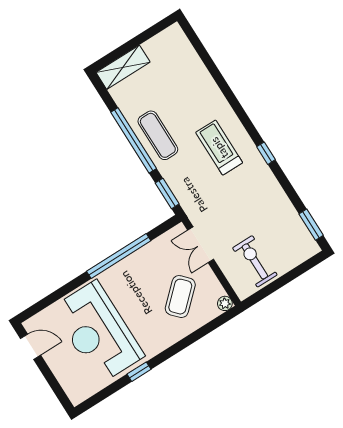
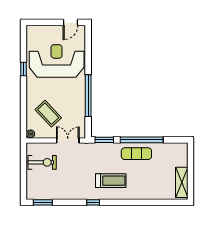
shelving: (123, 67) -> (182, 182), moved

